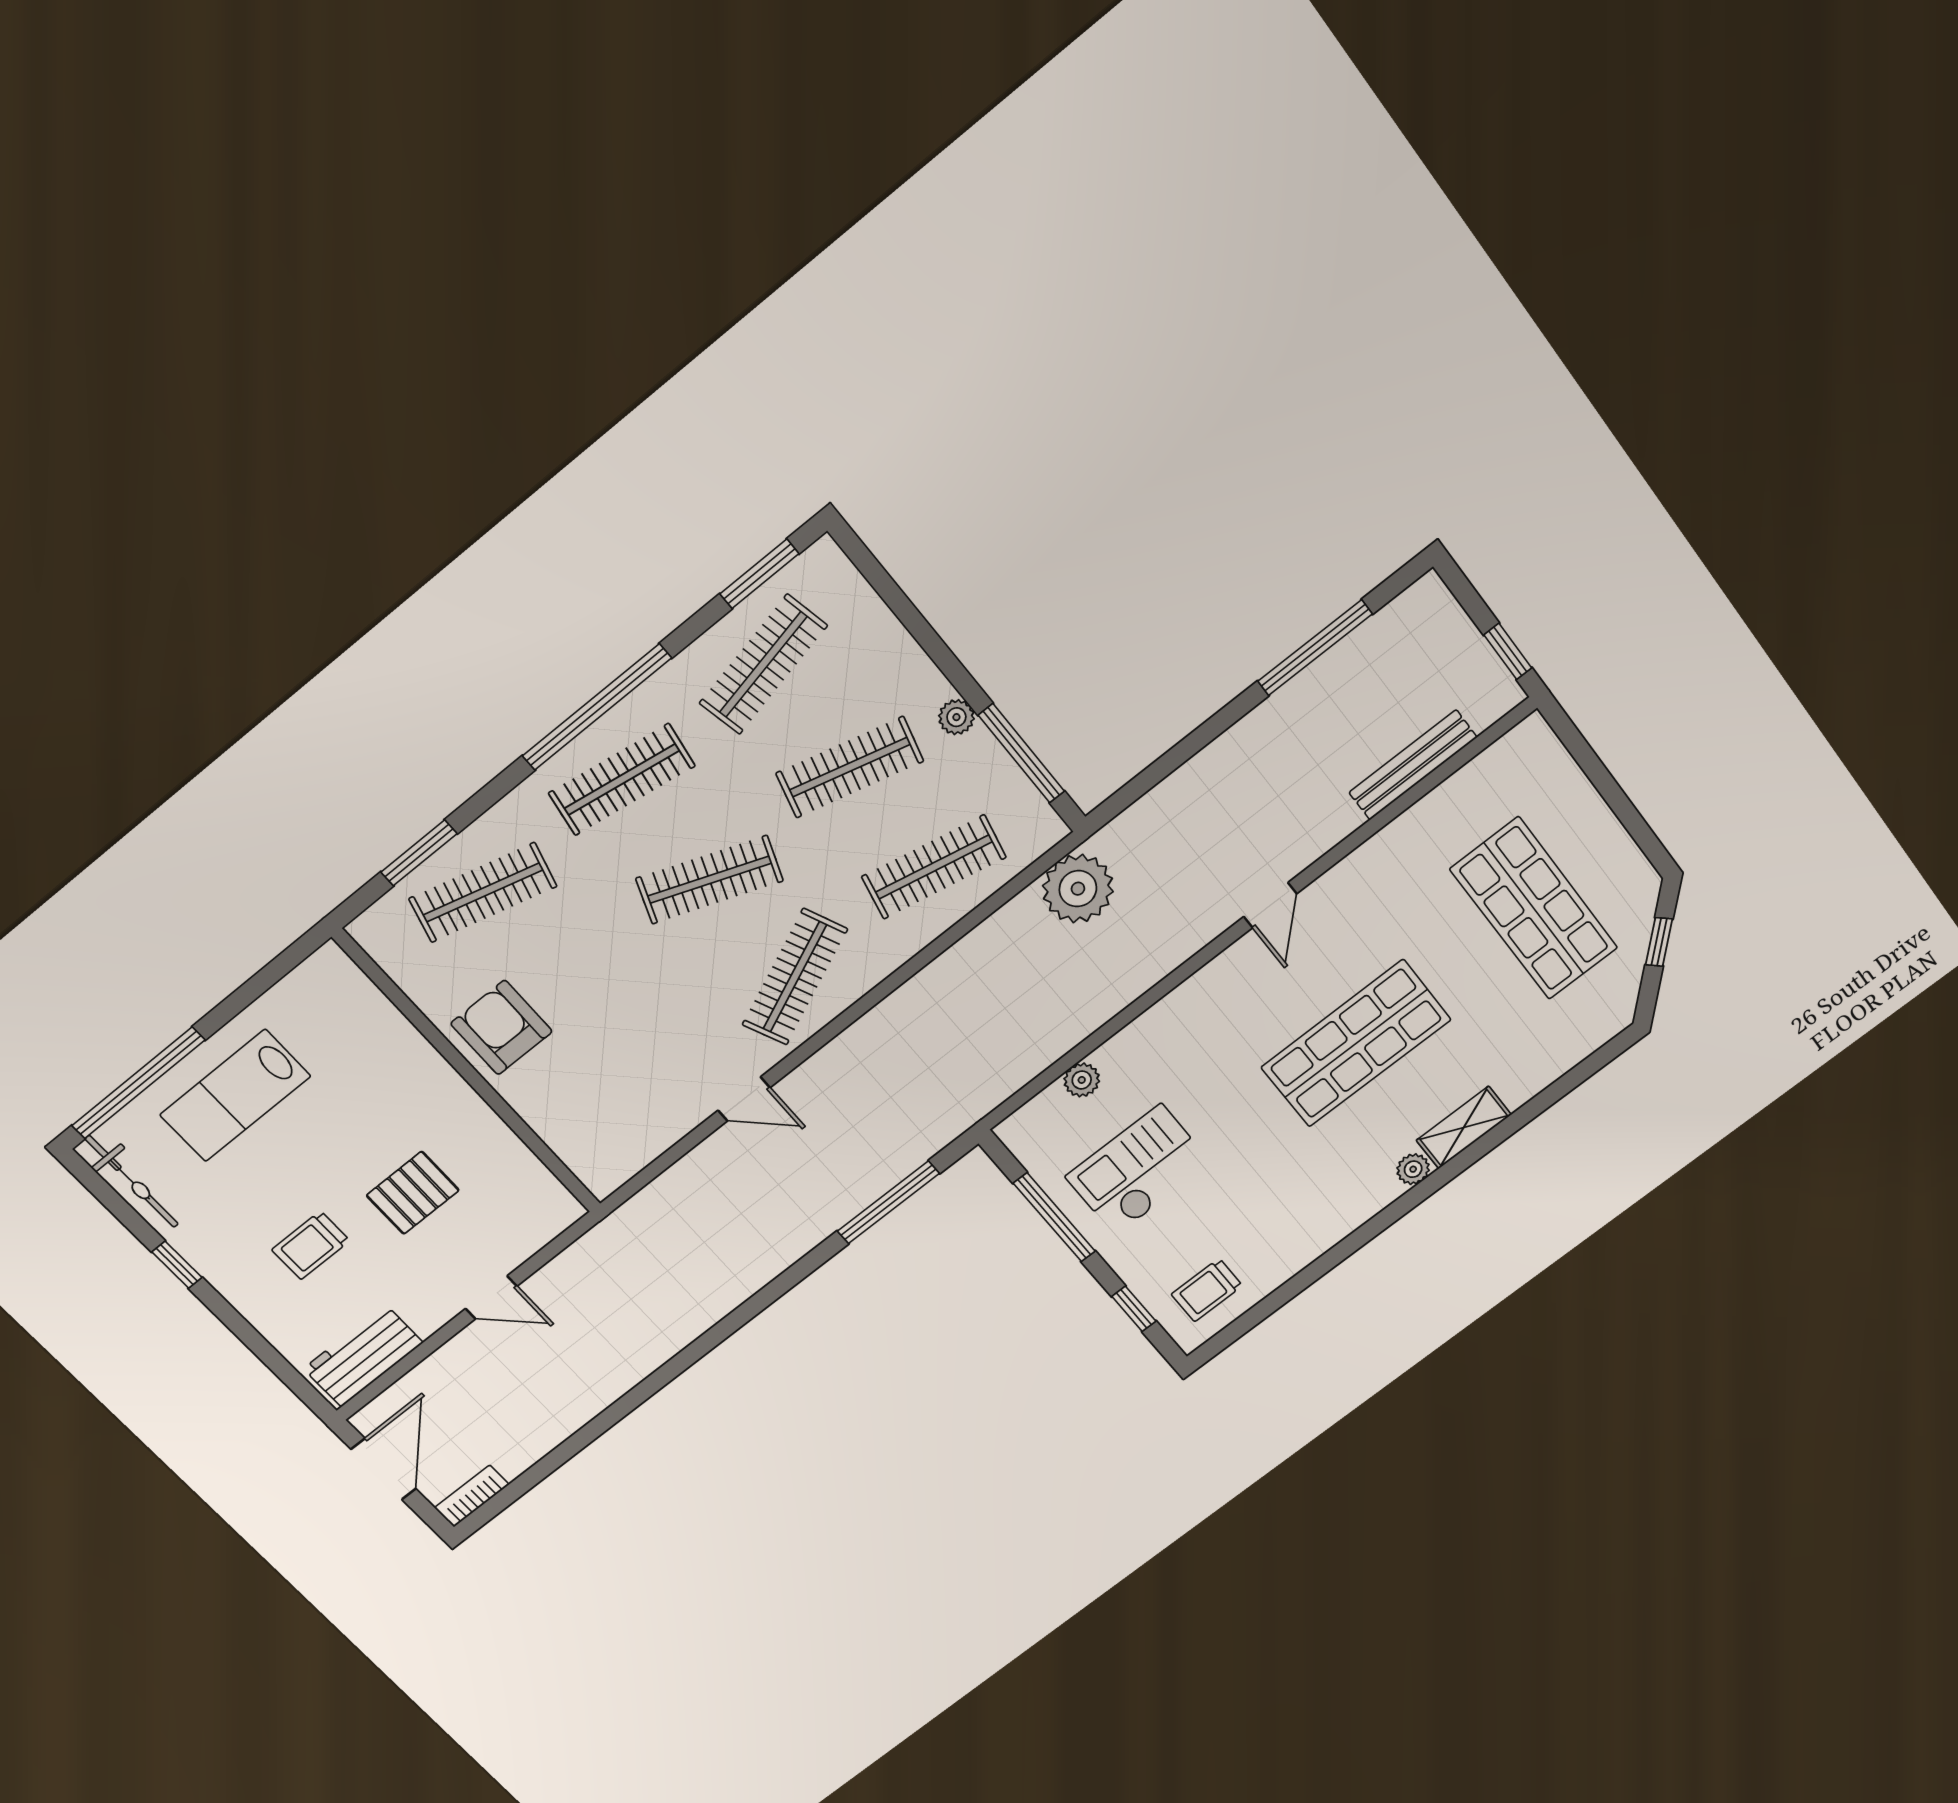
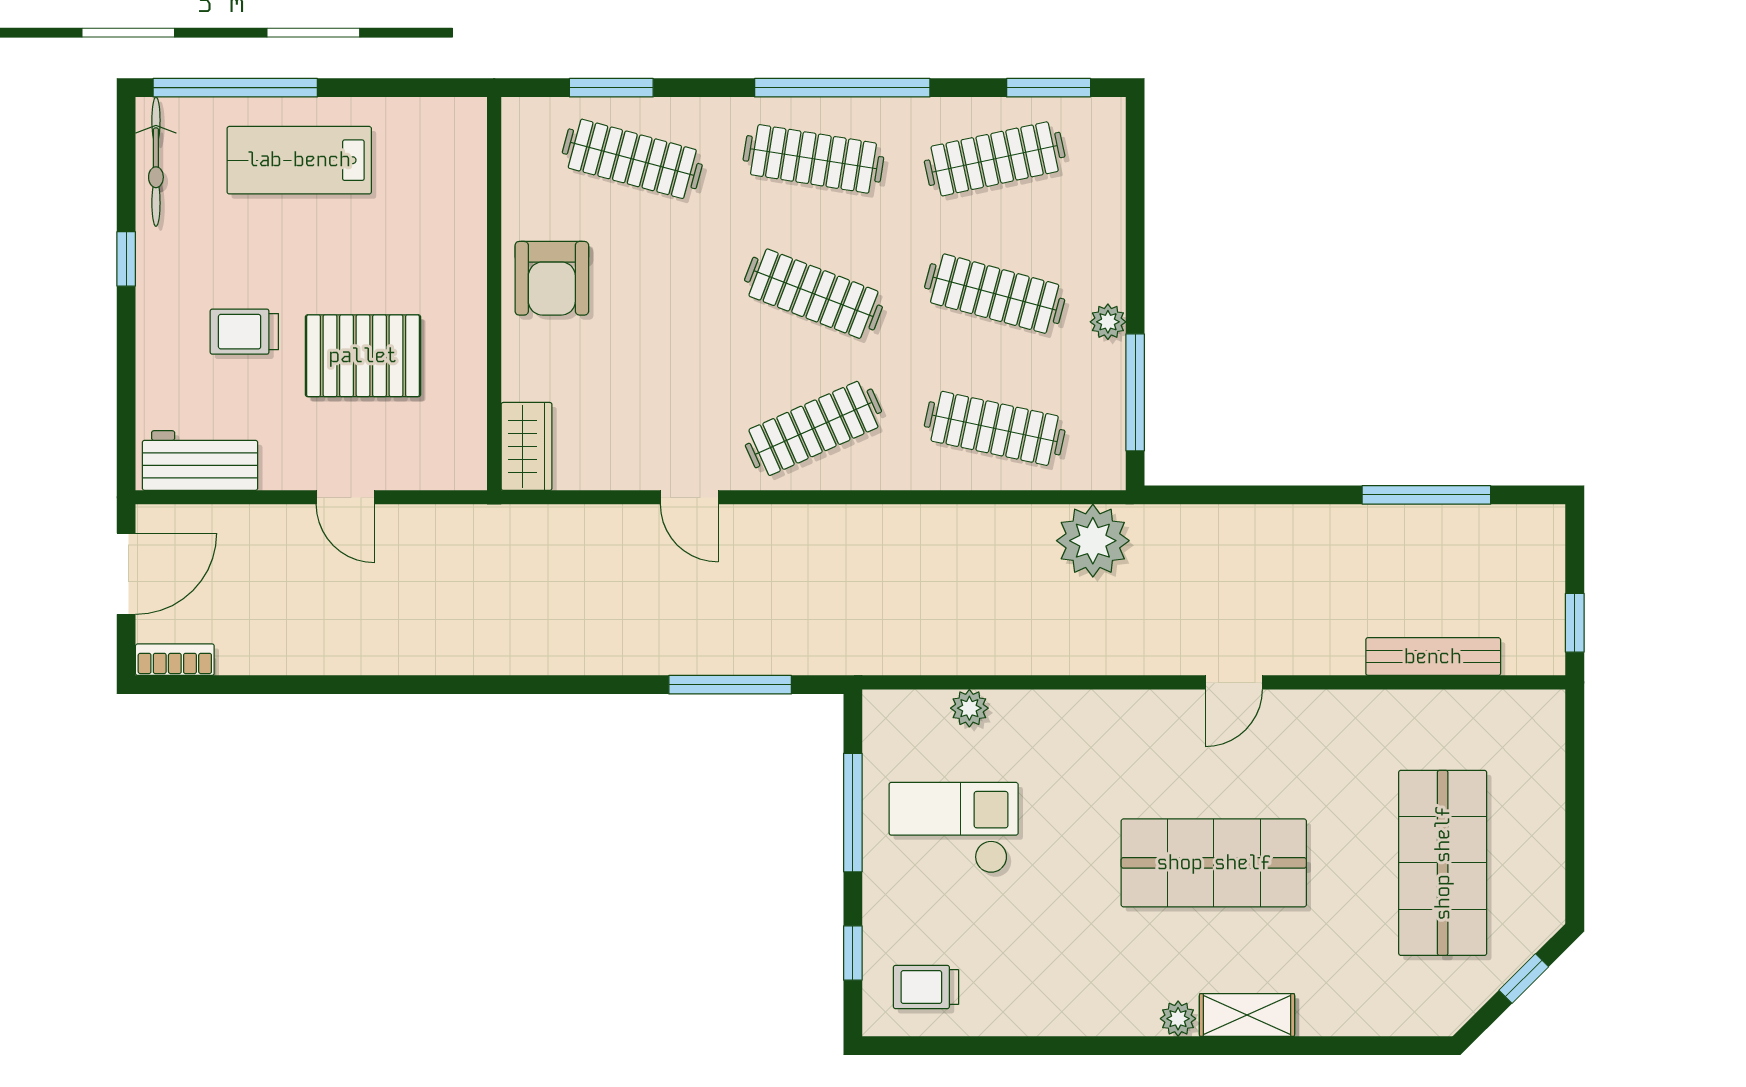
armchair: (501, 1028) -> (552, 278), turned 180
wardrobe: (591, 1159) -> (527, 446), added
pallet: (413, 1193) -> (363, 356), width x1.50, depth x1.42

